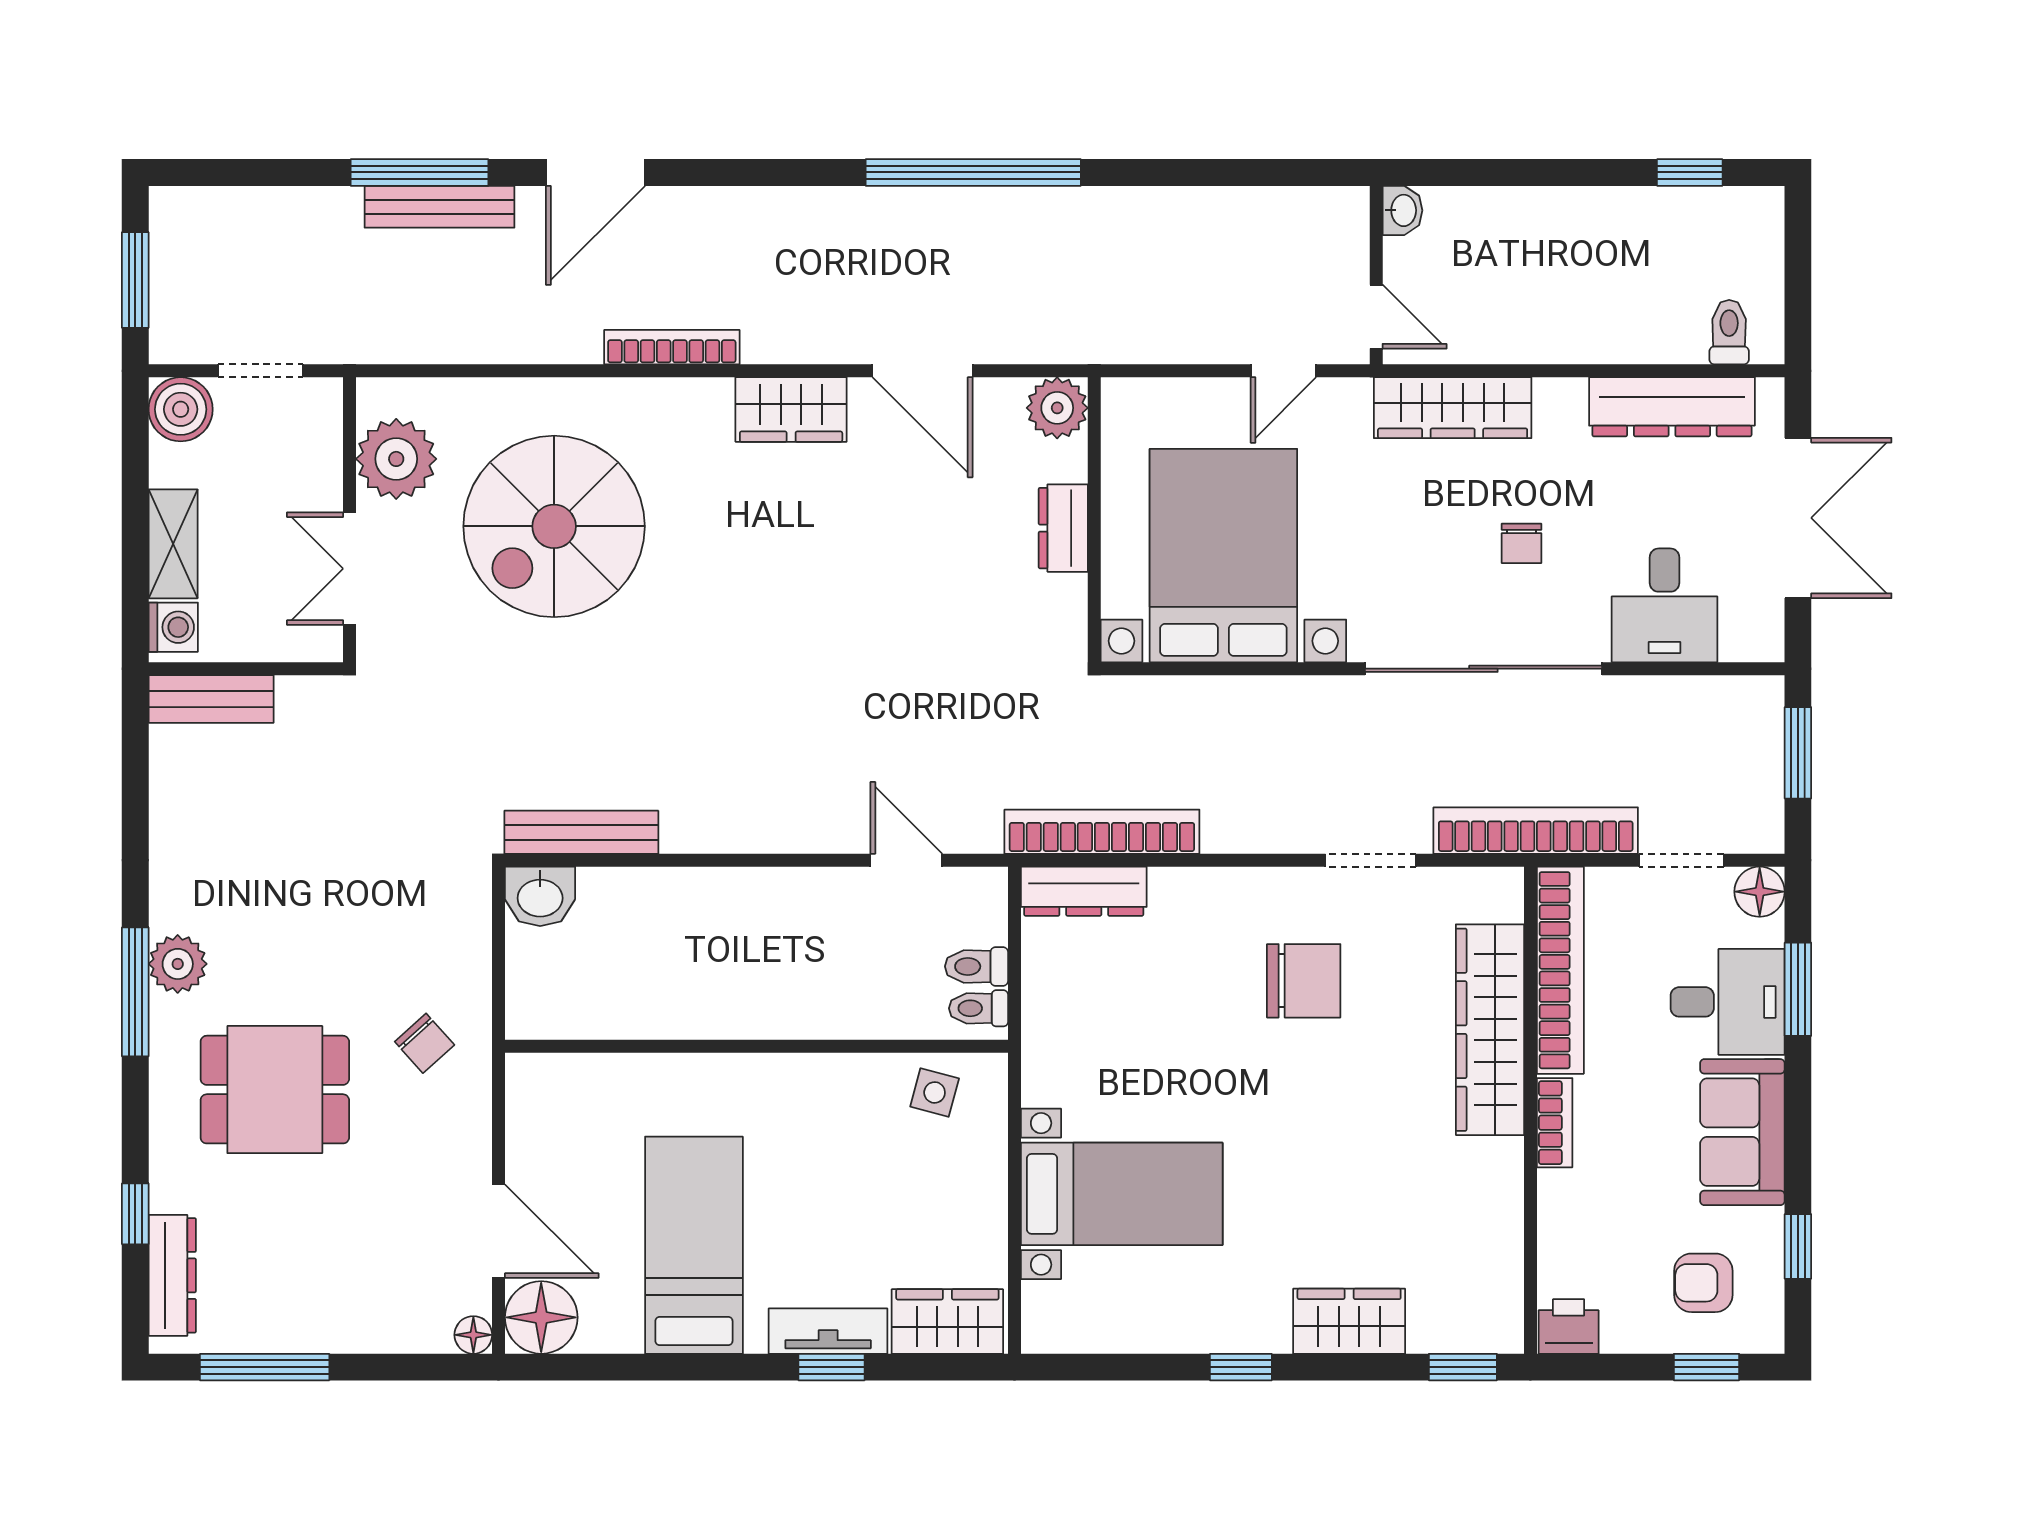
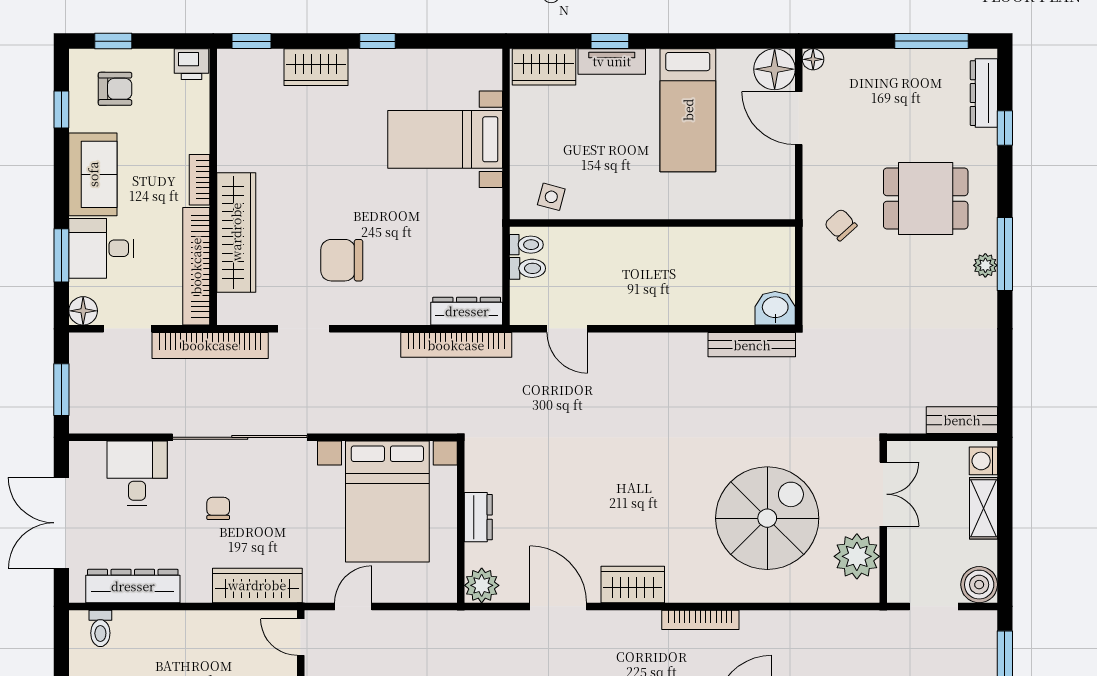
plant: (178, 964) -> (985, 265), width x0.73, depth x0.73

